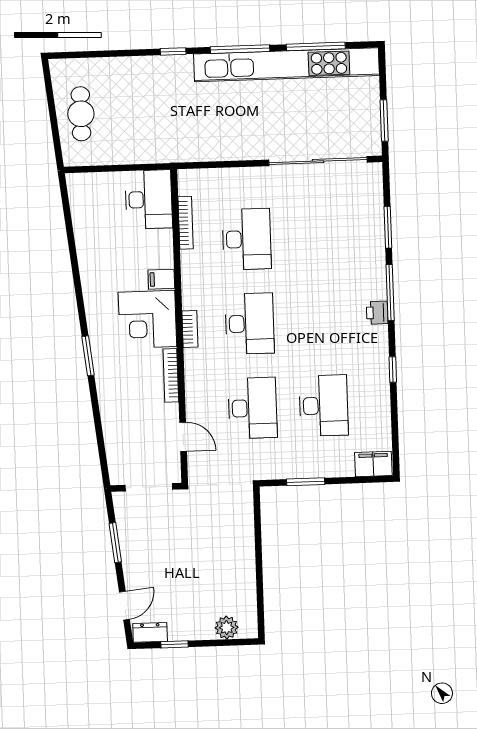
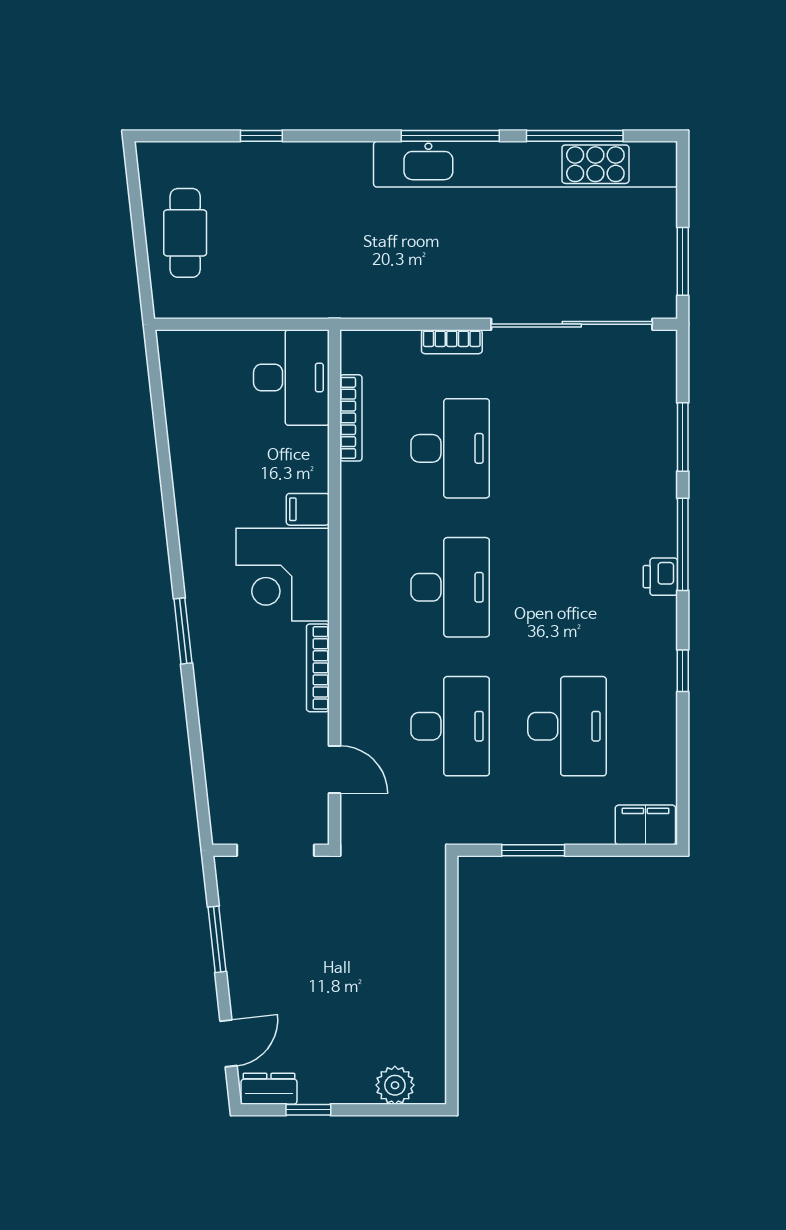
window: (173, 51) -> (261, 136), moved
bookcase: (190, 329) -> (452, 342), moved, turned 90

